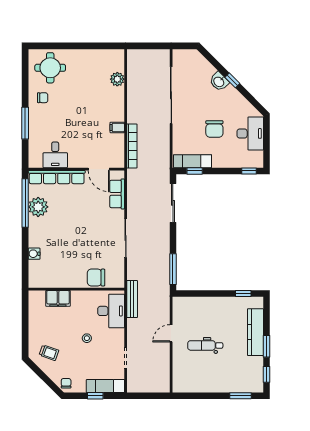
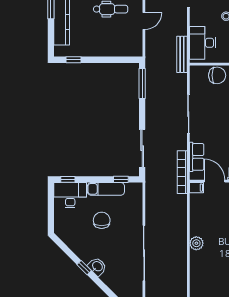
plant: (117, 79) -> (196, 243), moved
filing cabinet: (117, 127) -> (196, 188), moved
desk: (250, 133) -> (70, 195), moved, turned 90
bookcase: (132, 146) -> (182, 172), moved
exam couch: (192, 161) -> (106, 189), moved

